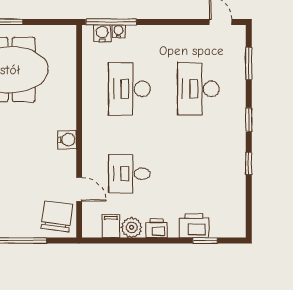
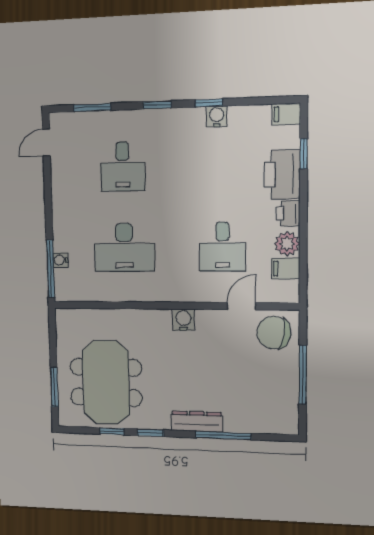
water cooler: (102, 33) -> (217, 116), moved, turned 90
desk: (198, 89) -> (122, 167), width x0.73
printer: (194, 226) -> (282, 174), width x1.37, depth x1.19
filing cabinet: (237, 226) -> (286, 114), added

